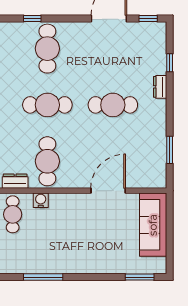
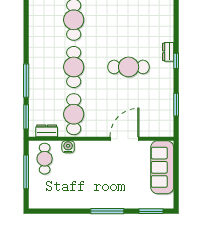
window: (170, 63) -> (176, 61), moved
cafe table: (47, 105) -> (74, 67), turned 90
window: (43, 277) -> (107, 211), moved

